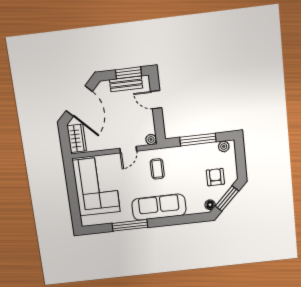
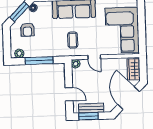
door: (128, 150) -> (94, 57), swing flipped

